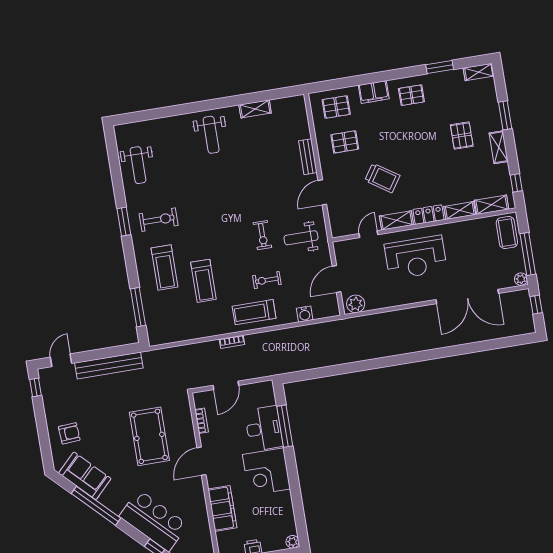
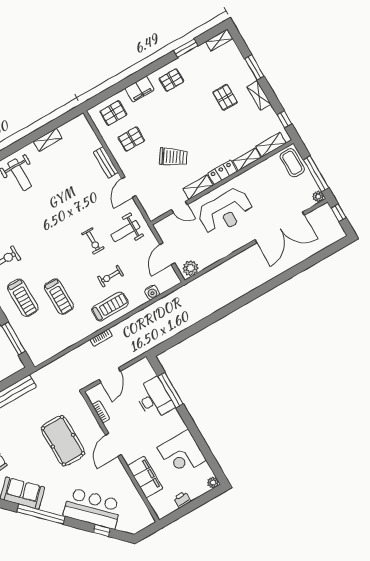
door: (368, 234) -> (179, 207), swing flipped
treadmill: (254, 312) -> (110, 307), turned 180
corner desk: (266, 472) -> (182, 454), moved

